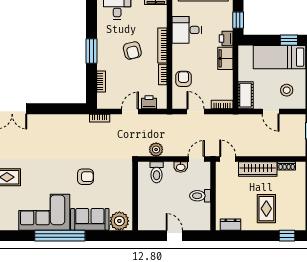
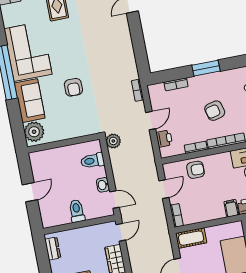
filing cabinet: (225, 58) -> (231, 208), width x0.50
door: (130, 111) -> (151, 121), hinge flipped
plant: (156, 149) -> (113, 141), moved

